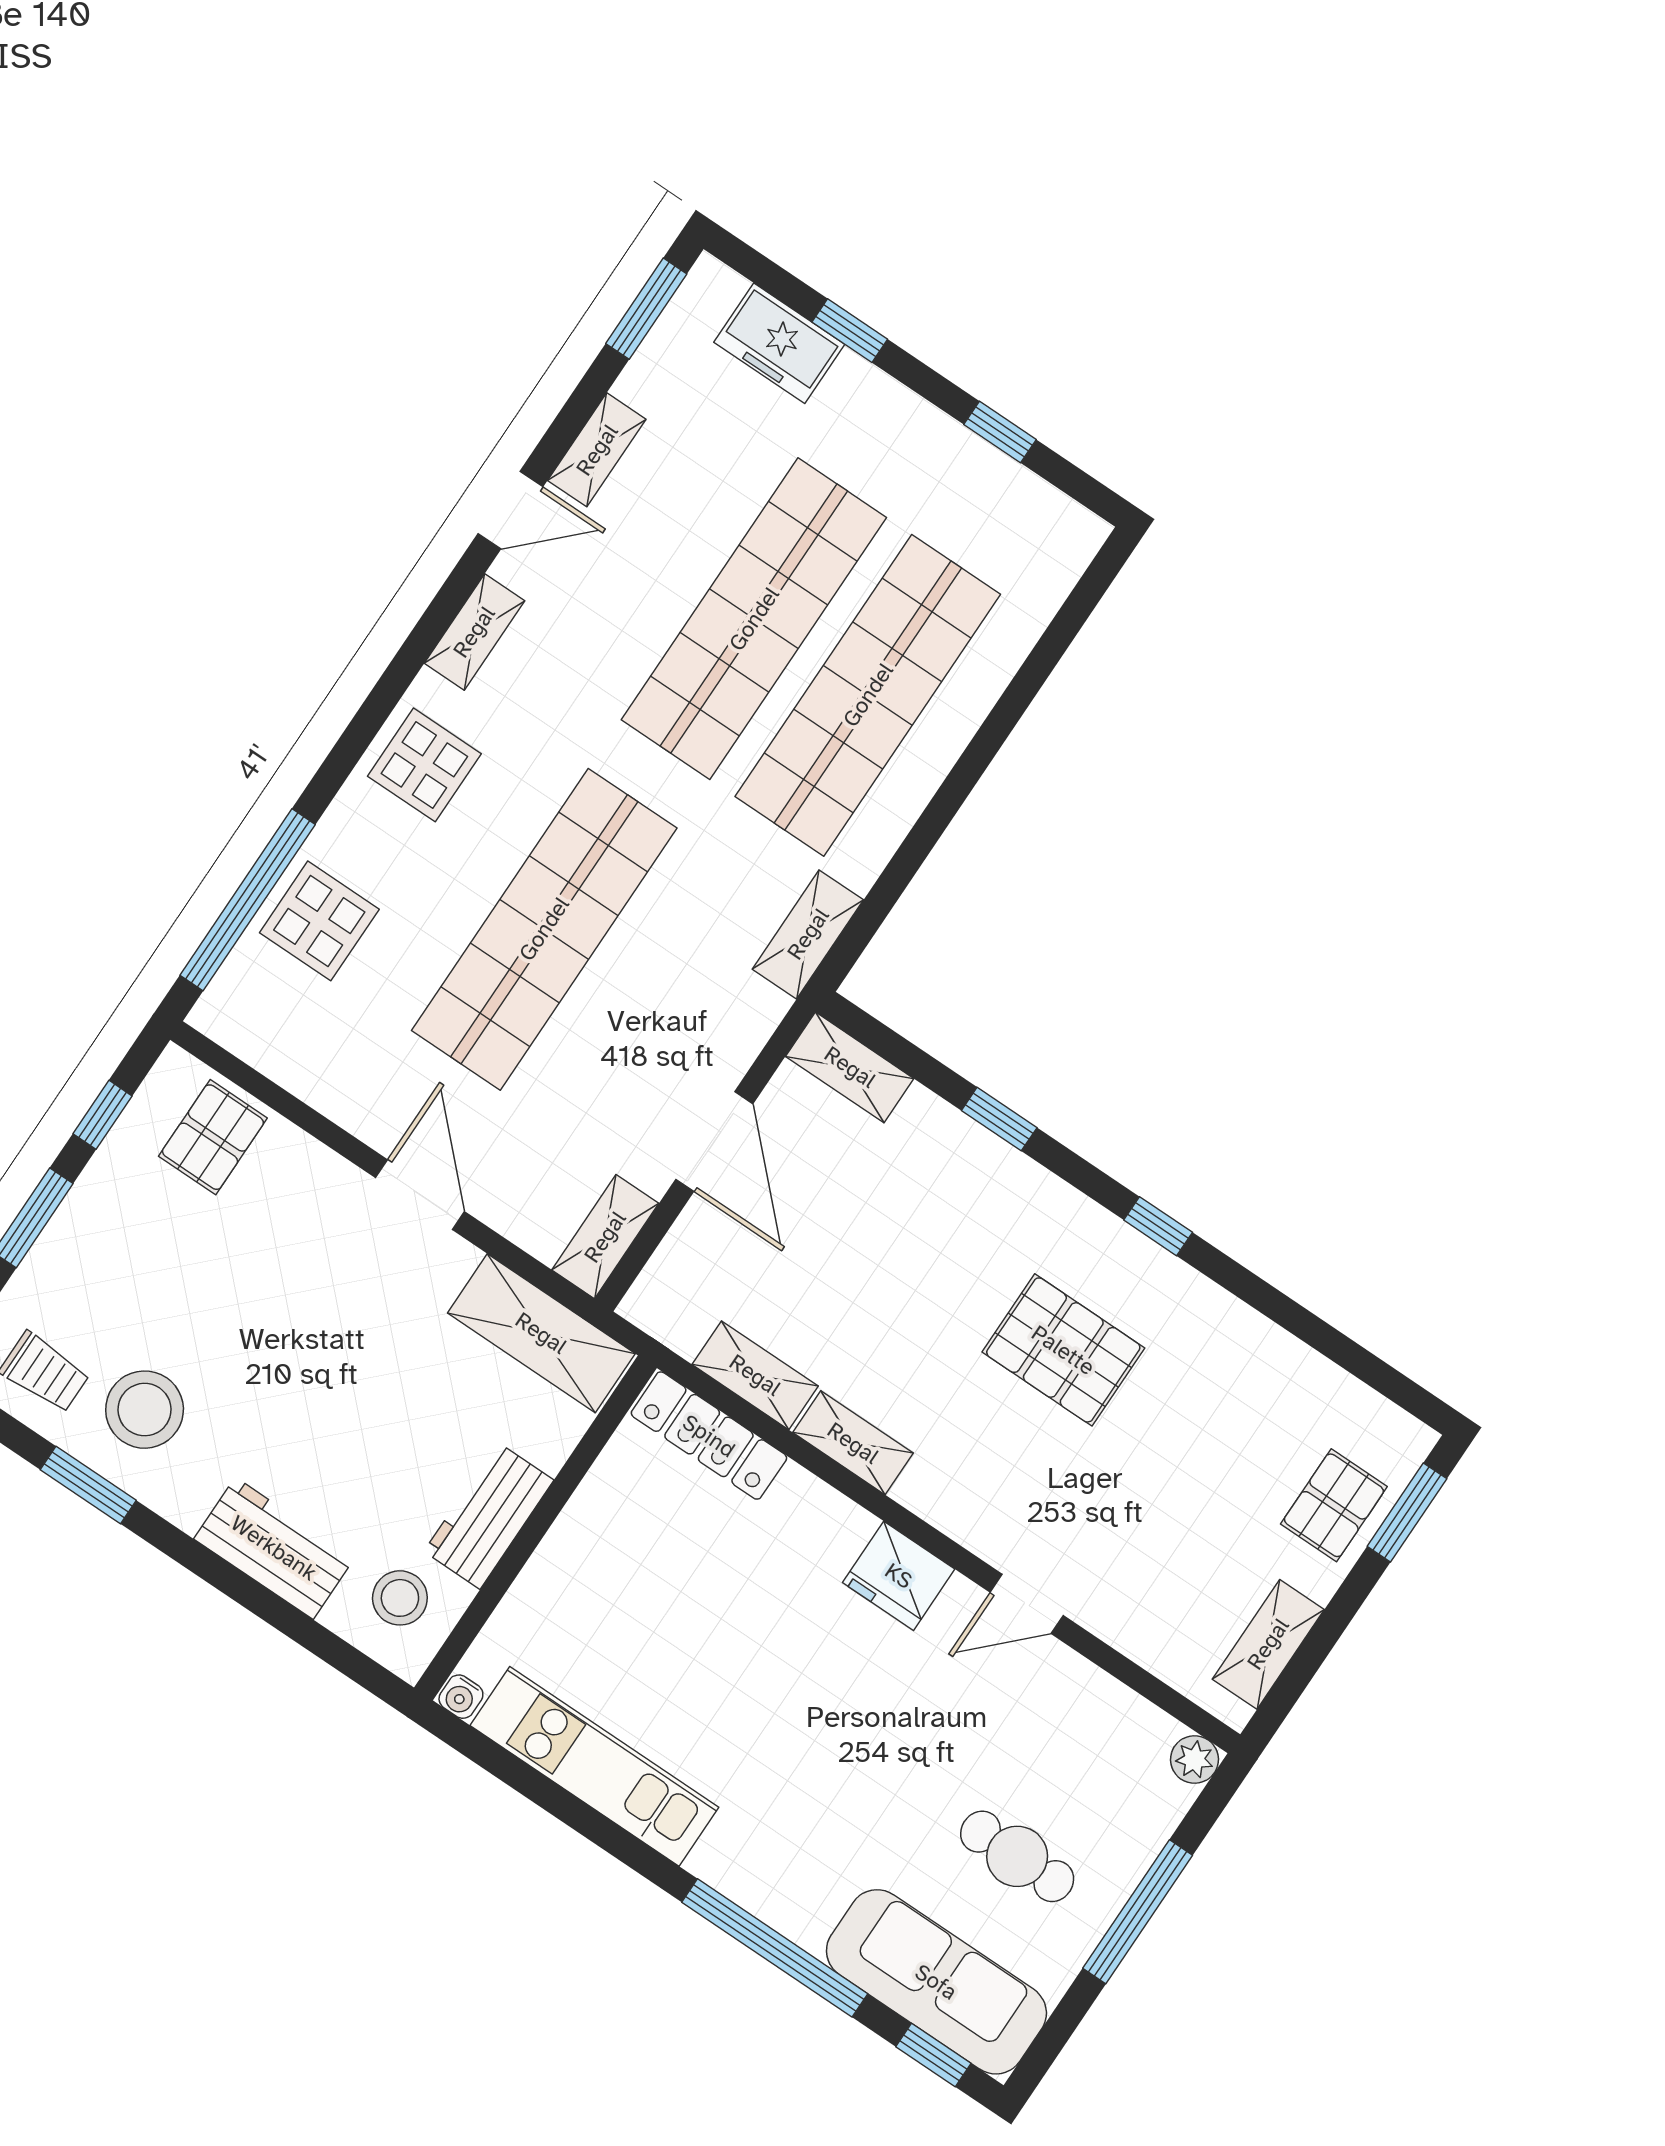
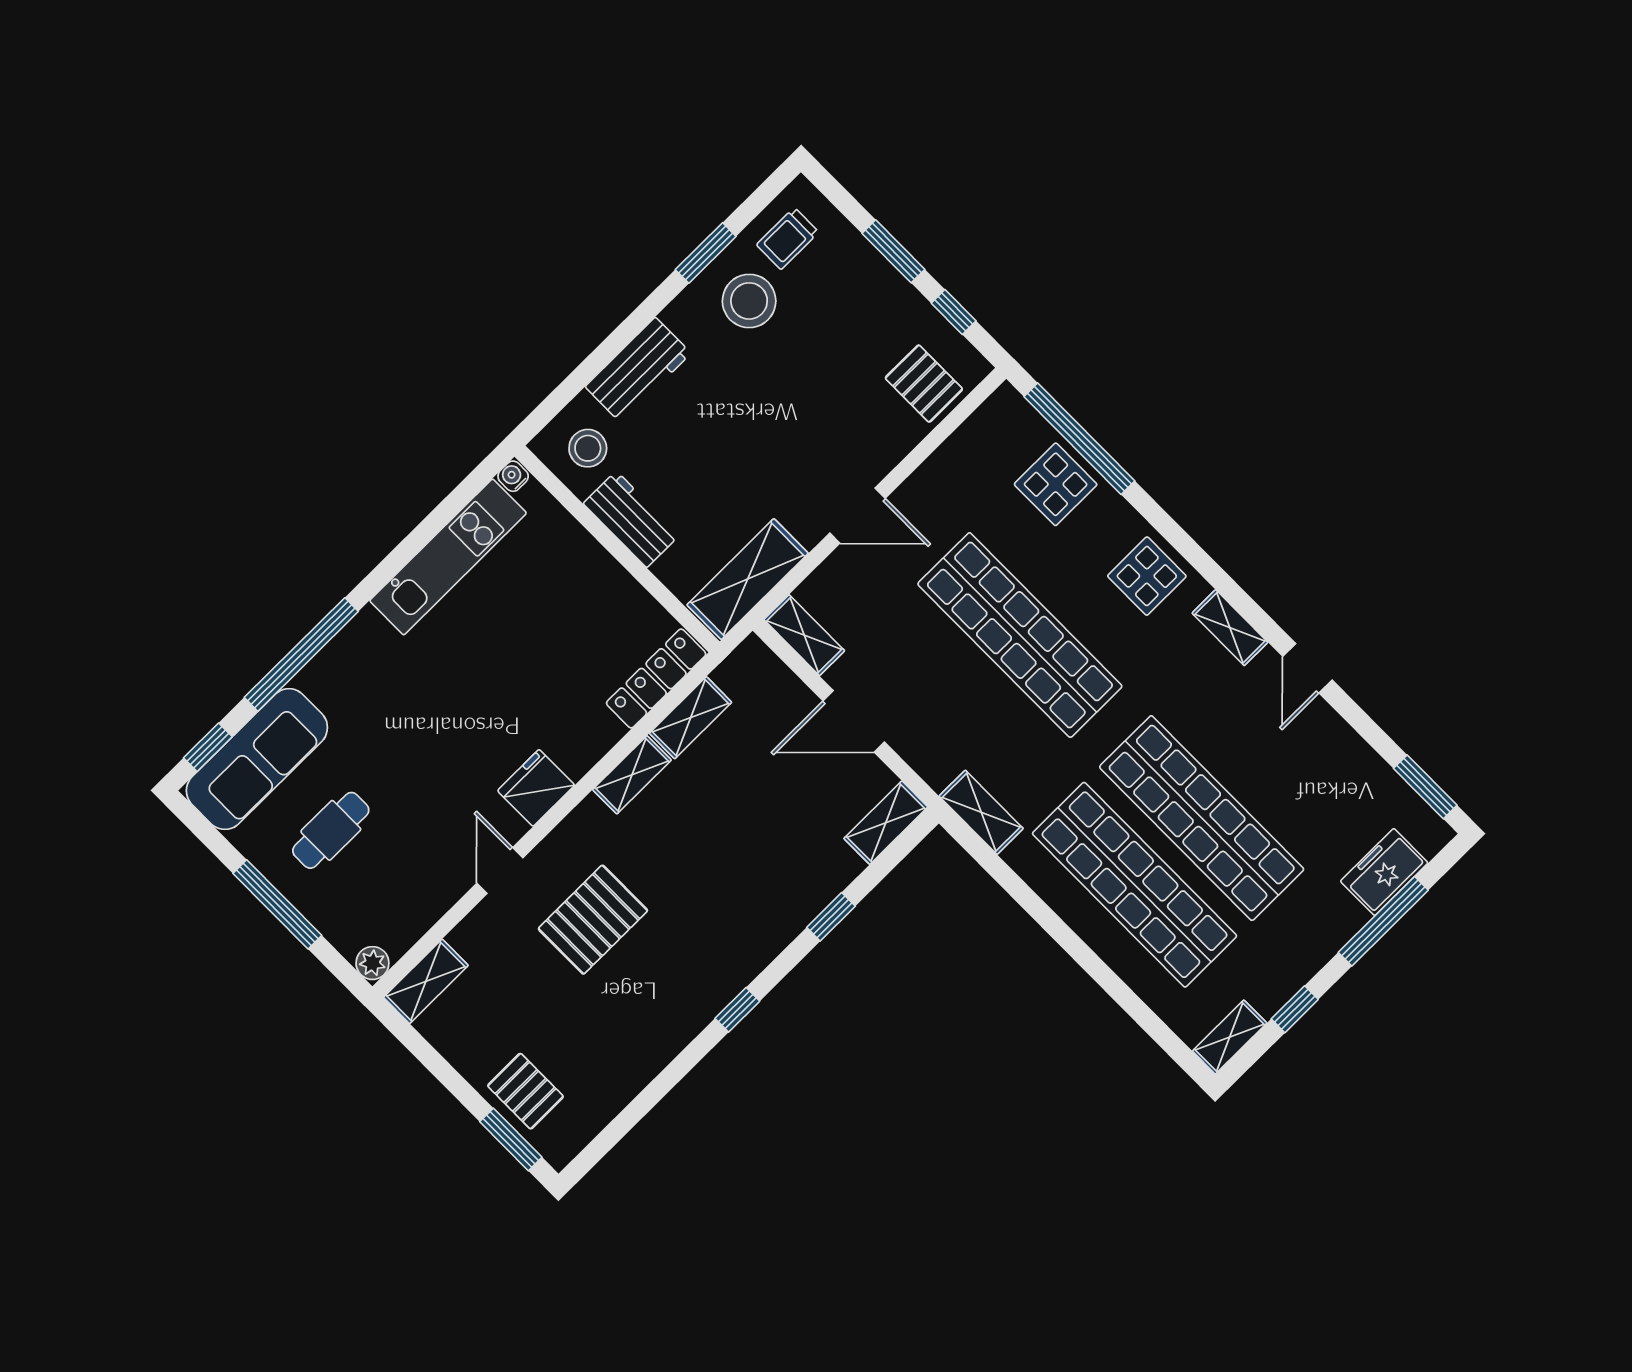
window: (850, 331) -> (1383, 921), width x2.17
shelving: (597, 450) -> (1230, 1037), moved, turned 90
pallet: (1063, 1350) -> (593, 920), moved
shelving: (1268, 1644) -> (426, 981), moved, turned 90

